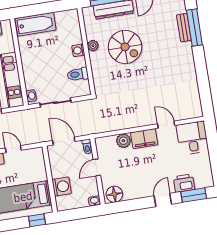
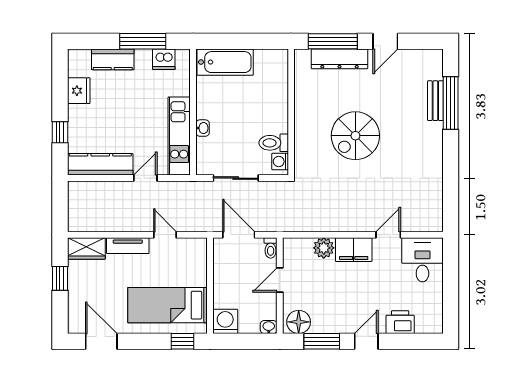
plant: (93, 46) -> (302, 106), removed
spiral stairs: (125, 47) -> (355, 136), moved, turned 90
washing machine: (78, 50) -> (280, 162), moved
washbasin: (31, 96) -> (203, 128), moved
door: (166, 125) -> (388, 235), hinge flipped
washing machine: (62, 186) -> (225, 321), moved, turned -90
window: (194, 195) -> (322, 341), moved

